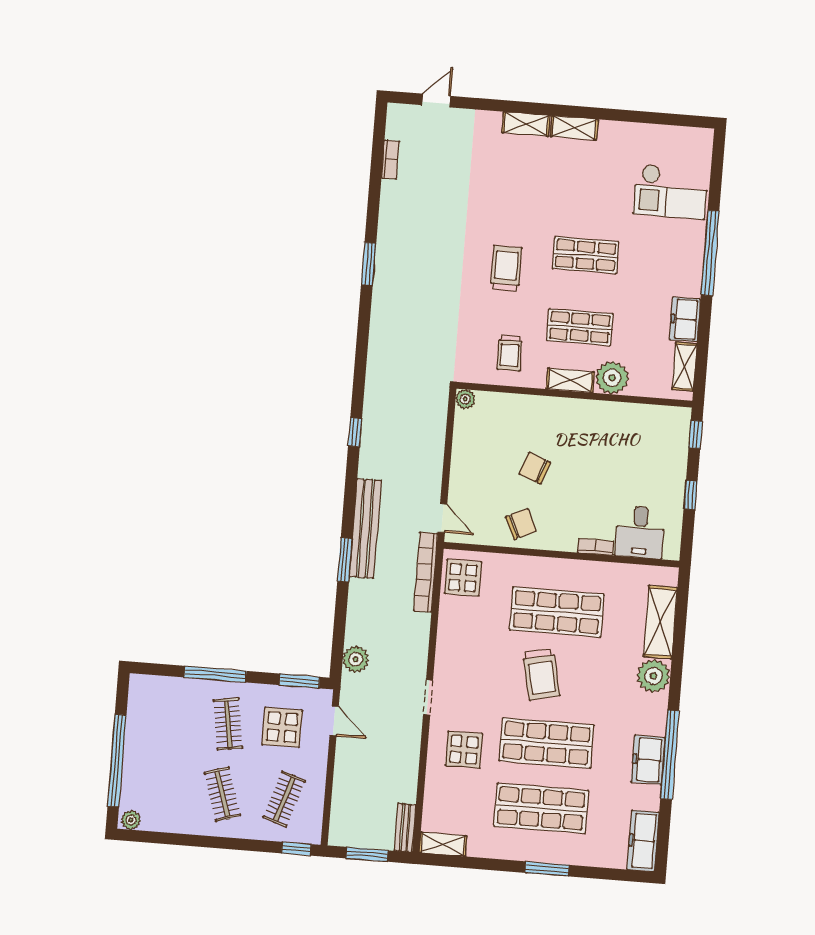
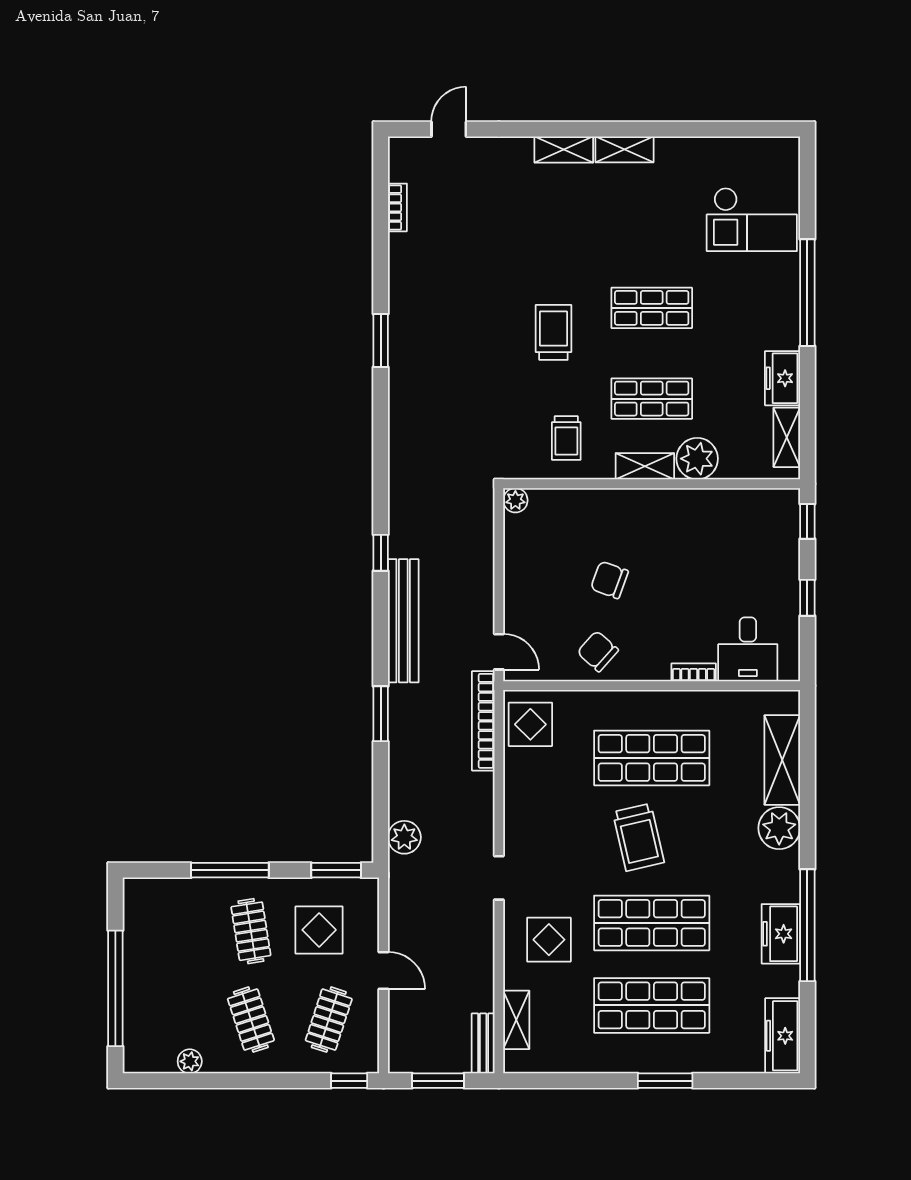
chair: (521, 524) -> (598, 651), turned -113
bench: (365, 529) -> (403, 621), moved
door: (334, 721) -> (384, 971), moved
plant: (131, 820) -> (190, 1061), moved
shelving: (443, 844) -> (516, 1020), moved, turned 90

